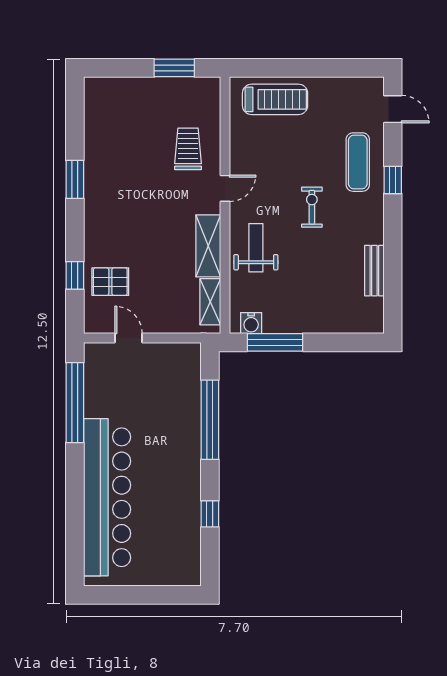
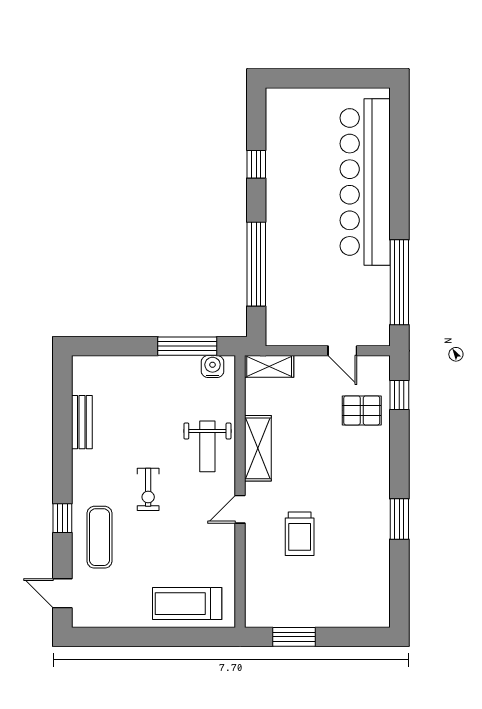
trolley: (188, 149) -> (300, 534), moved
window: (75, 275) -> (399, 395), moved
shelving: (210, 302) -> (269, 366), moved, turned 90

